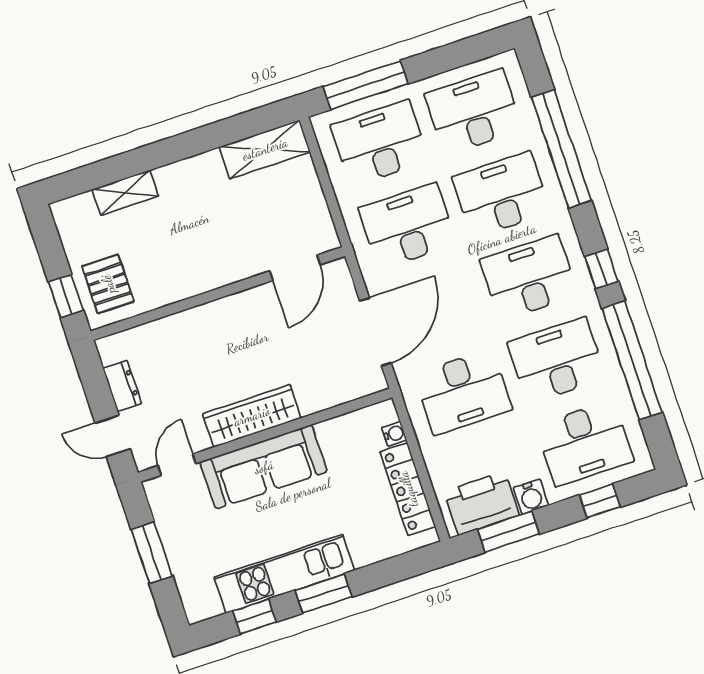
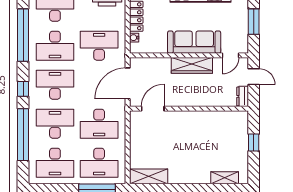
shelving: (125, 193) -> (225, 178), moved
desk: (501, 195) -> (55, 124), turned 180
door: (295, 268) -> (153, 109), moved
window: (601, 269) -> (23, 89), moved
desk: (529, 278) -> (55, 85), turned 180
pallet: (108, 284) -> (234, 142), removed
wall: (218, 294) -> (189, 109), moved

